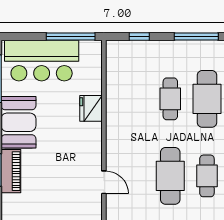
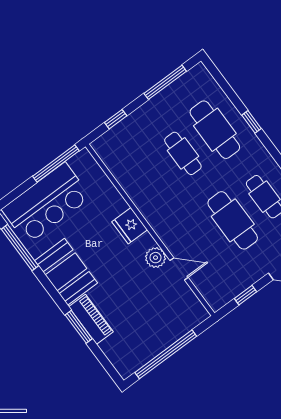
fridge: (91, 108) -> (130, 226), moved
plant: (93, 161) -> (155, 258), added

